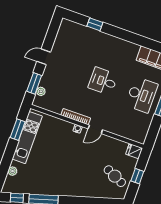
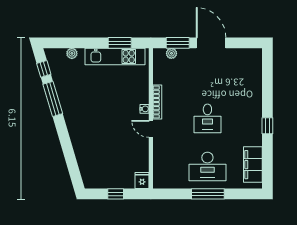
window: (95, 24) -> (267, 126), moved
door: (44, 57) -> (211, 43), width x1.88
desk: (103, 81) -> (207, 118), turned 180
cafe table: (115, 176) -> (107, 169), removed

